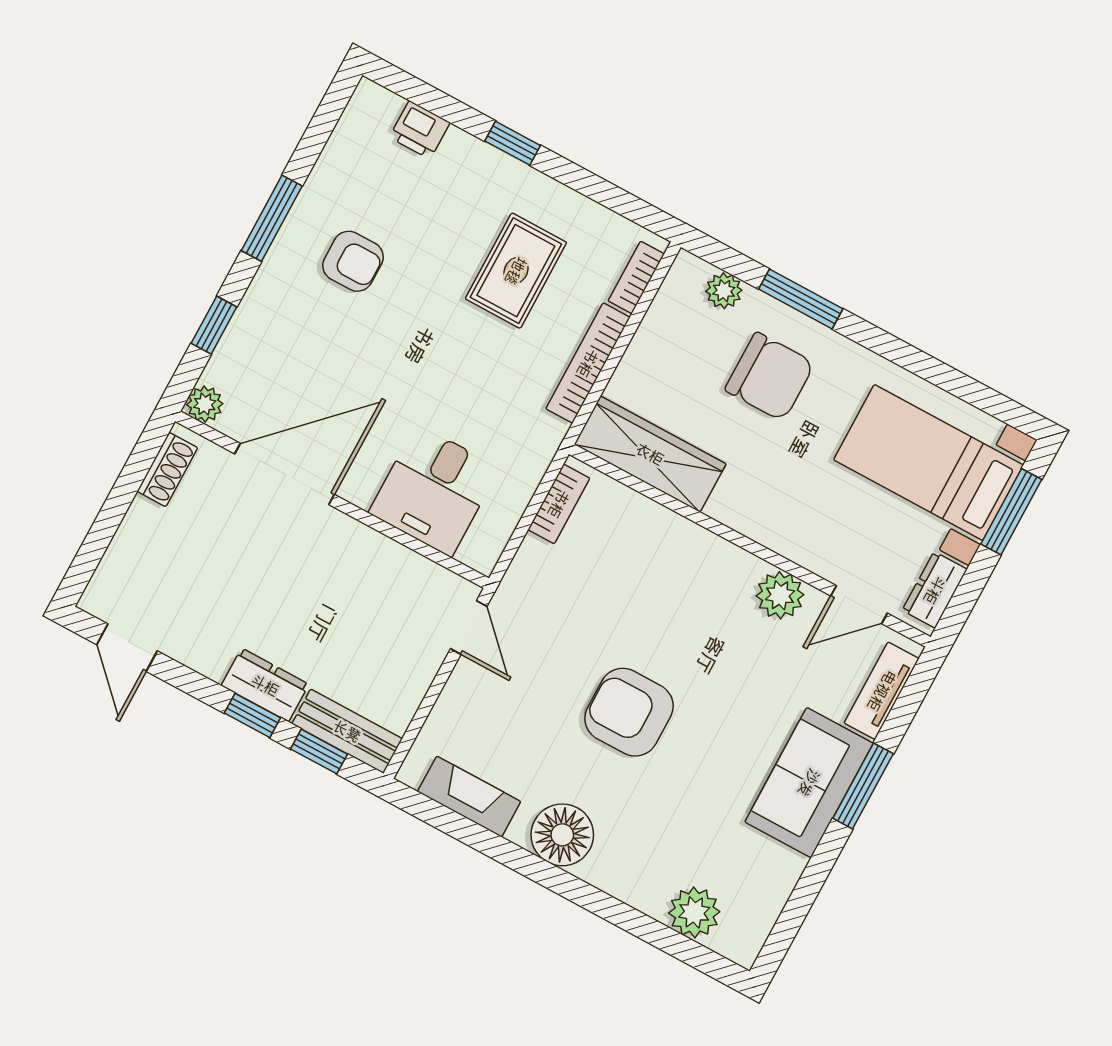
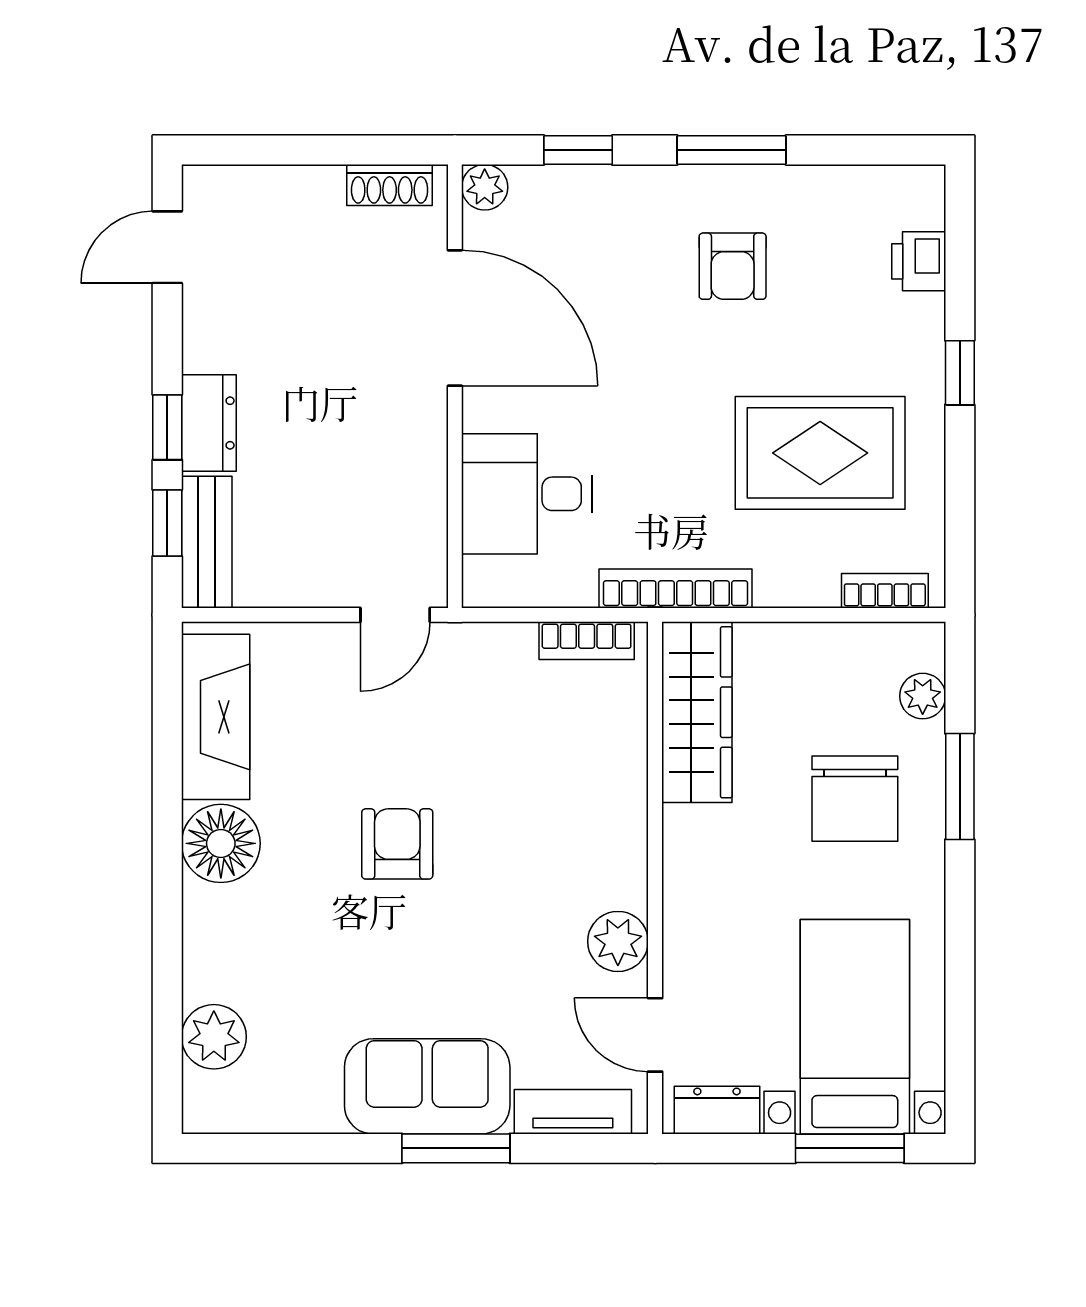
rug: (516, 271) -> (820, 453), width x1.36, depth x1.43
bookcase: (588, 363) -> (676, 588), moved
armchair: (629, 712) -> (397, 844), width x0.72, depth x0.72
fireplace: (469, 797) -> (216, 717), width x1.37, depth x1.32

